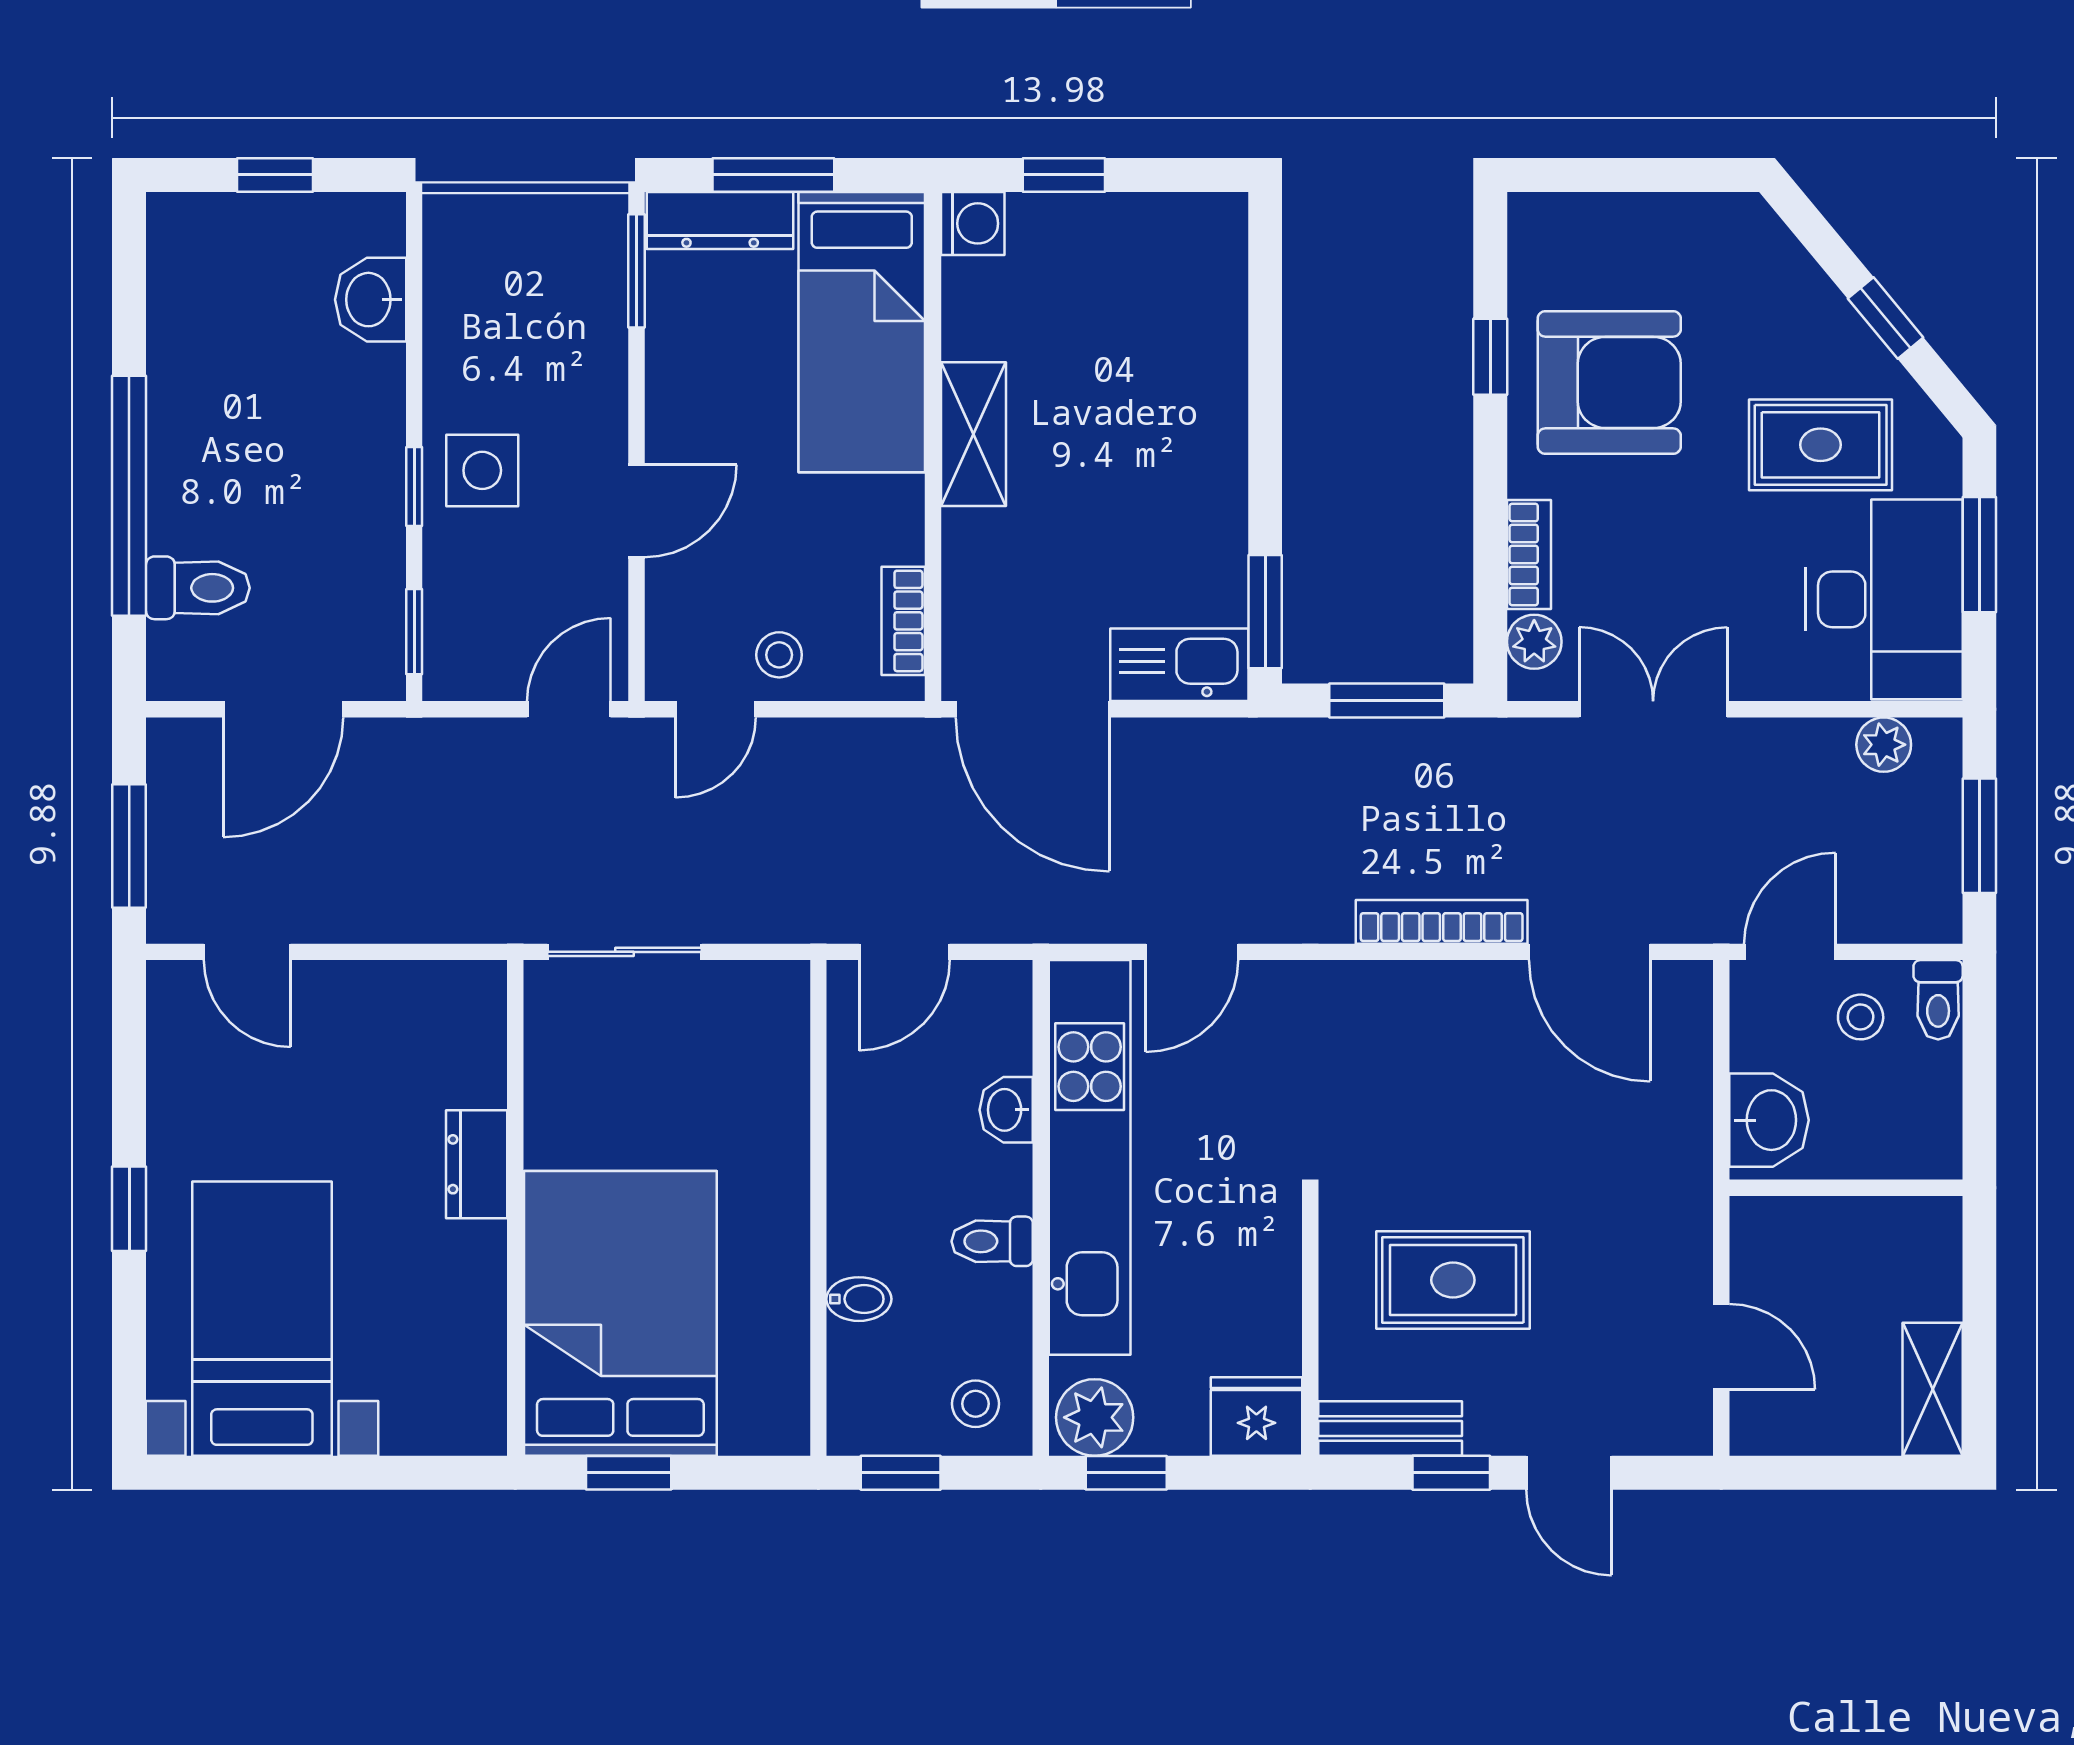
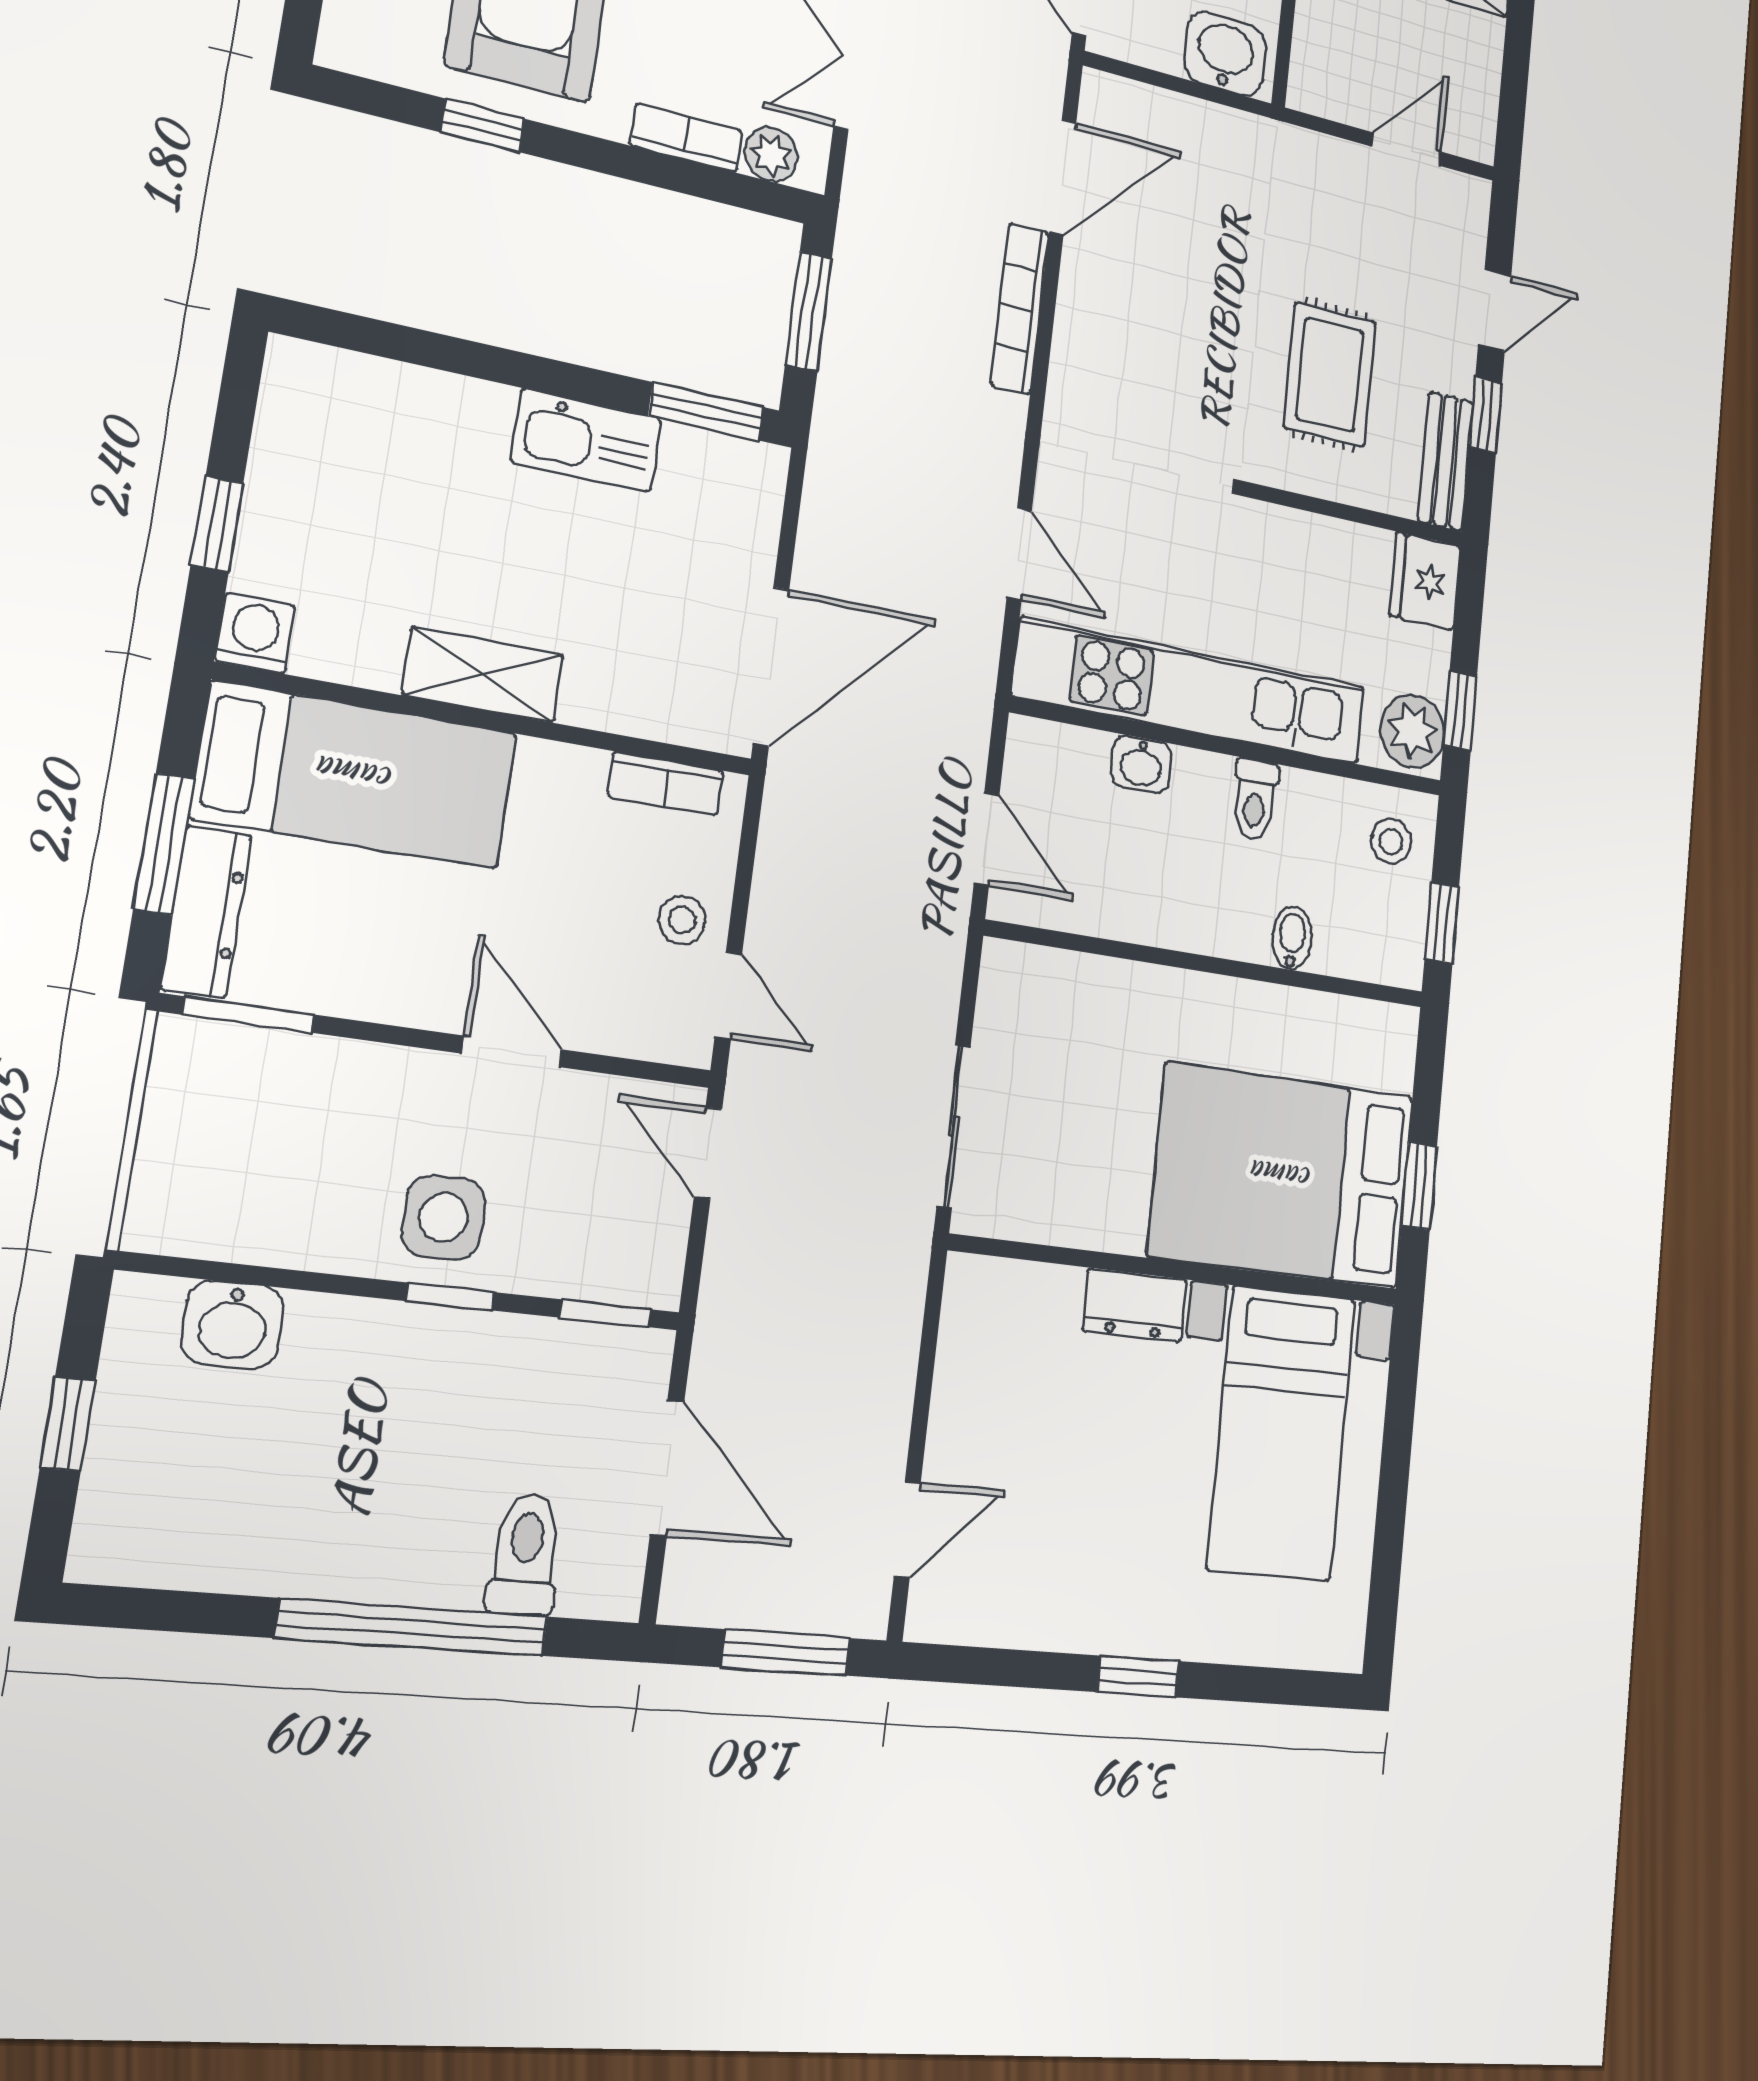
kitchen sink: (1179, 665) -> (586, 440), moved, turned -90
bed with nightstands: (262, 1319) -> (1281, 1433), moved, turned -90

